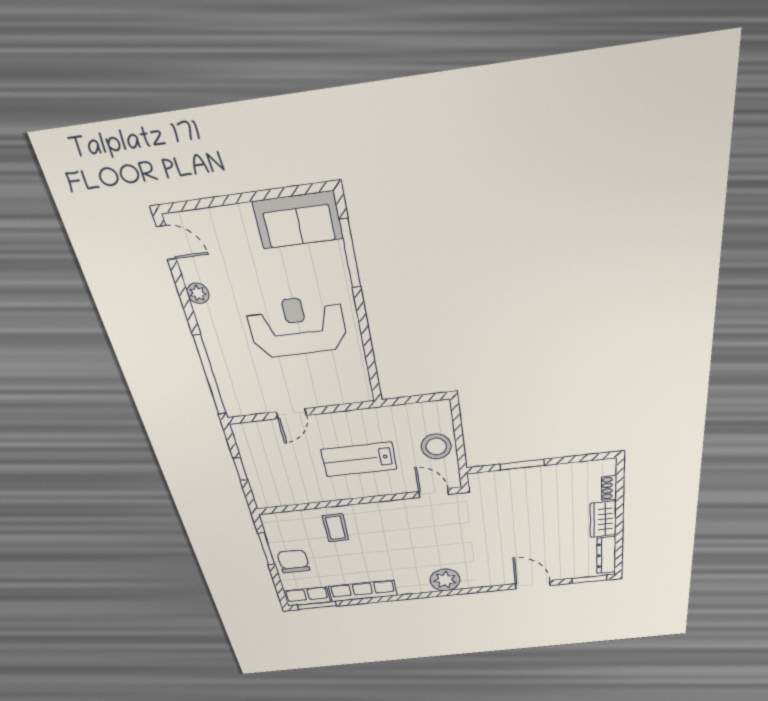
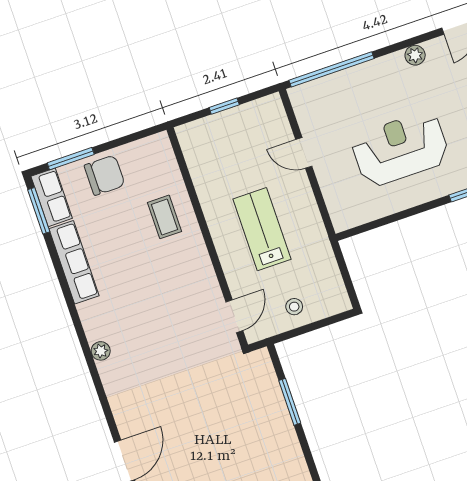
reception desk: (297, 327) -> (400, 149), turned -90
stool: (436, 446) -> (294, 307), width x0.53, depth x0.53
coffee table: (336, 528) -> (164, 217), turned 90
window: (266, 549) -> (71, 159), moved
plant: (445, 580) -> (101, 351), width x0.53, depth x0.53

